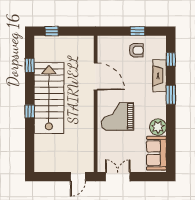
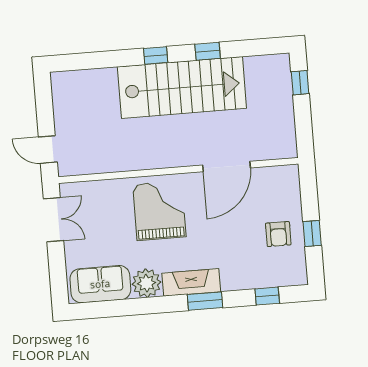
window: (30, 65) -> (208, 51), moved
fireplace: (160, 76) -> (191, 282), moved

